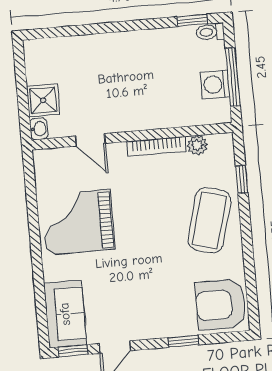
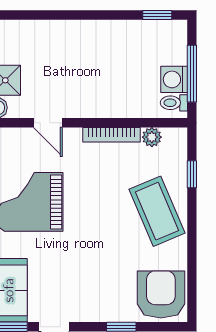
toilet: (210, 32) -> (174, 103), moved
coffee table: (209, 220) -> (157, 211), turned -38
armchair: (221, 305) -> (161, 294), turned 90

